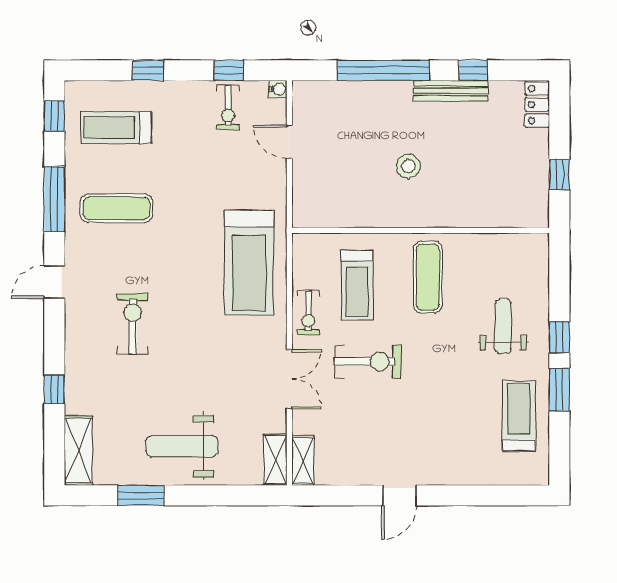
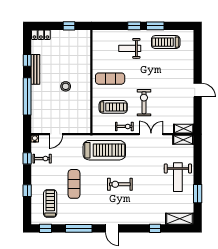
treadmill: (116, 128) -> (50, 203), turned 180
exercise mat: (116, 208) -> (74, 184), moved
exercise bike: (133, 324) -> (120, 184), moved

